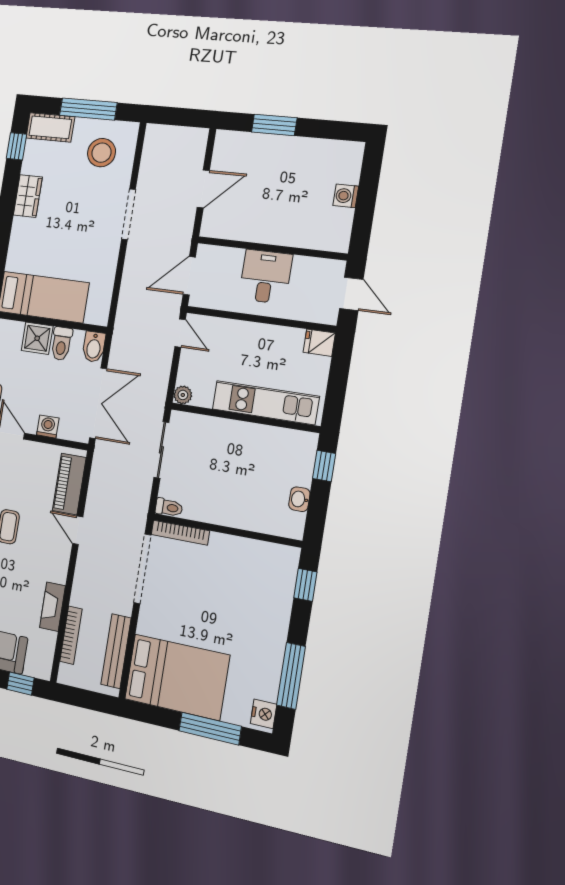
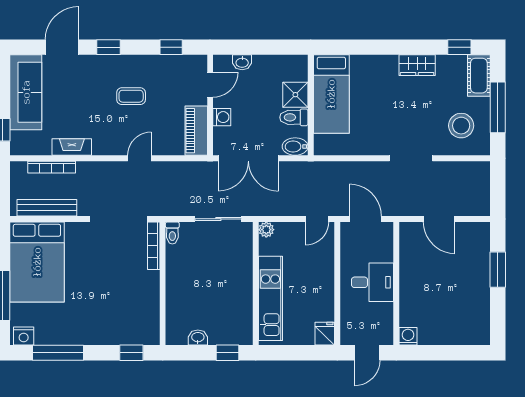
washing machine: (346, 196) -> (408, 336), moved
piano: (69, 484) -> (196, 131), moved, turned -90

